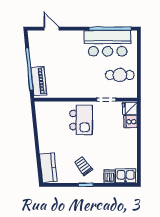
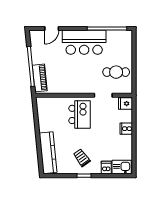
door: (51, 29) -> (52, 28), swing flipped
bar counter: (108, 43) -> (84, 42), moved
cooker: (131, 122) -> (126, 129), moved
kitchen counter: (48, 168) -> (48, 153), width x1.50

